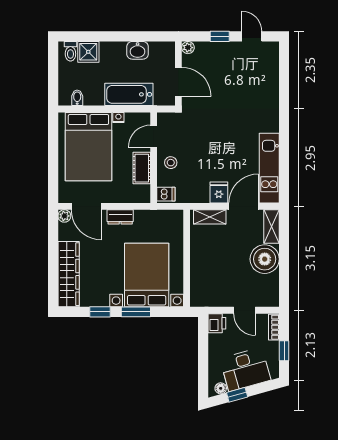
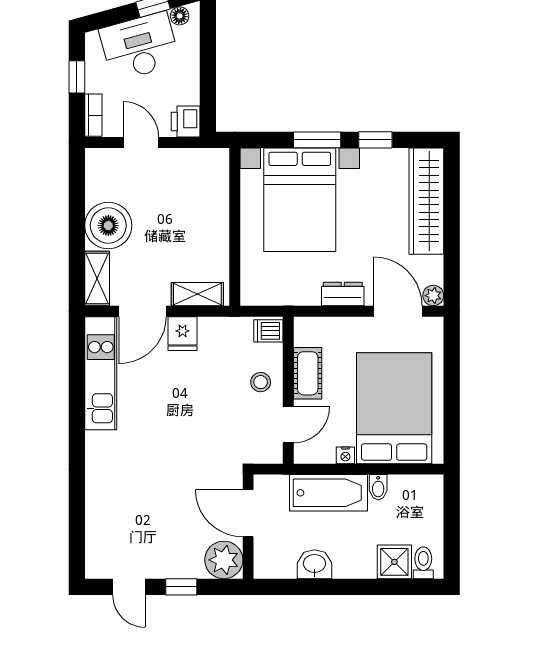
plant: (188, 48) -> (224, 560), width x1.88, depth x1.88
bidet: (77, 98) -> (378, 487), moved

